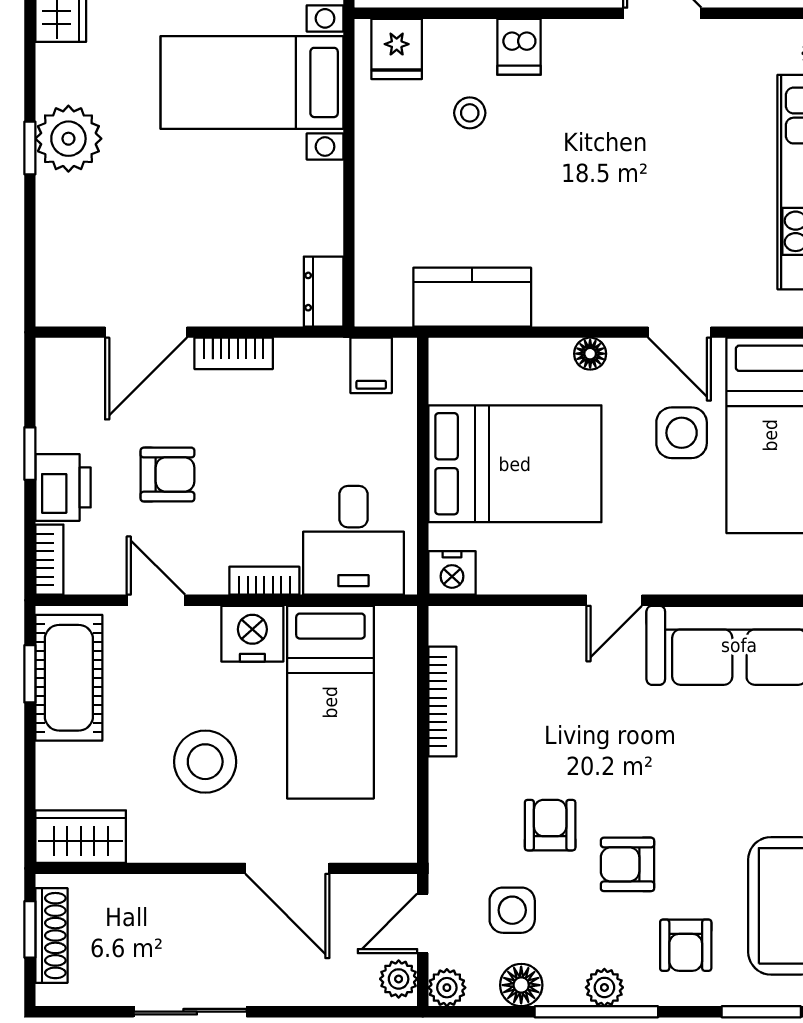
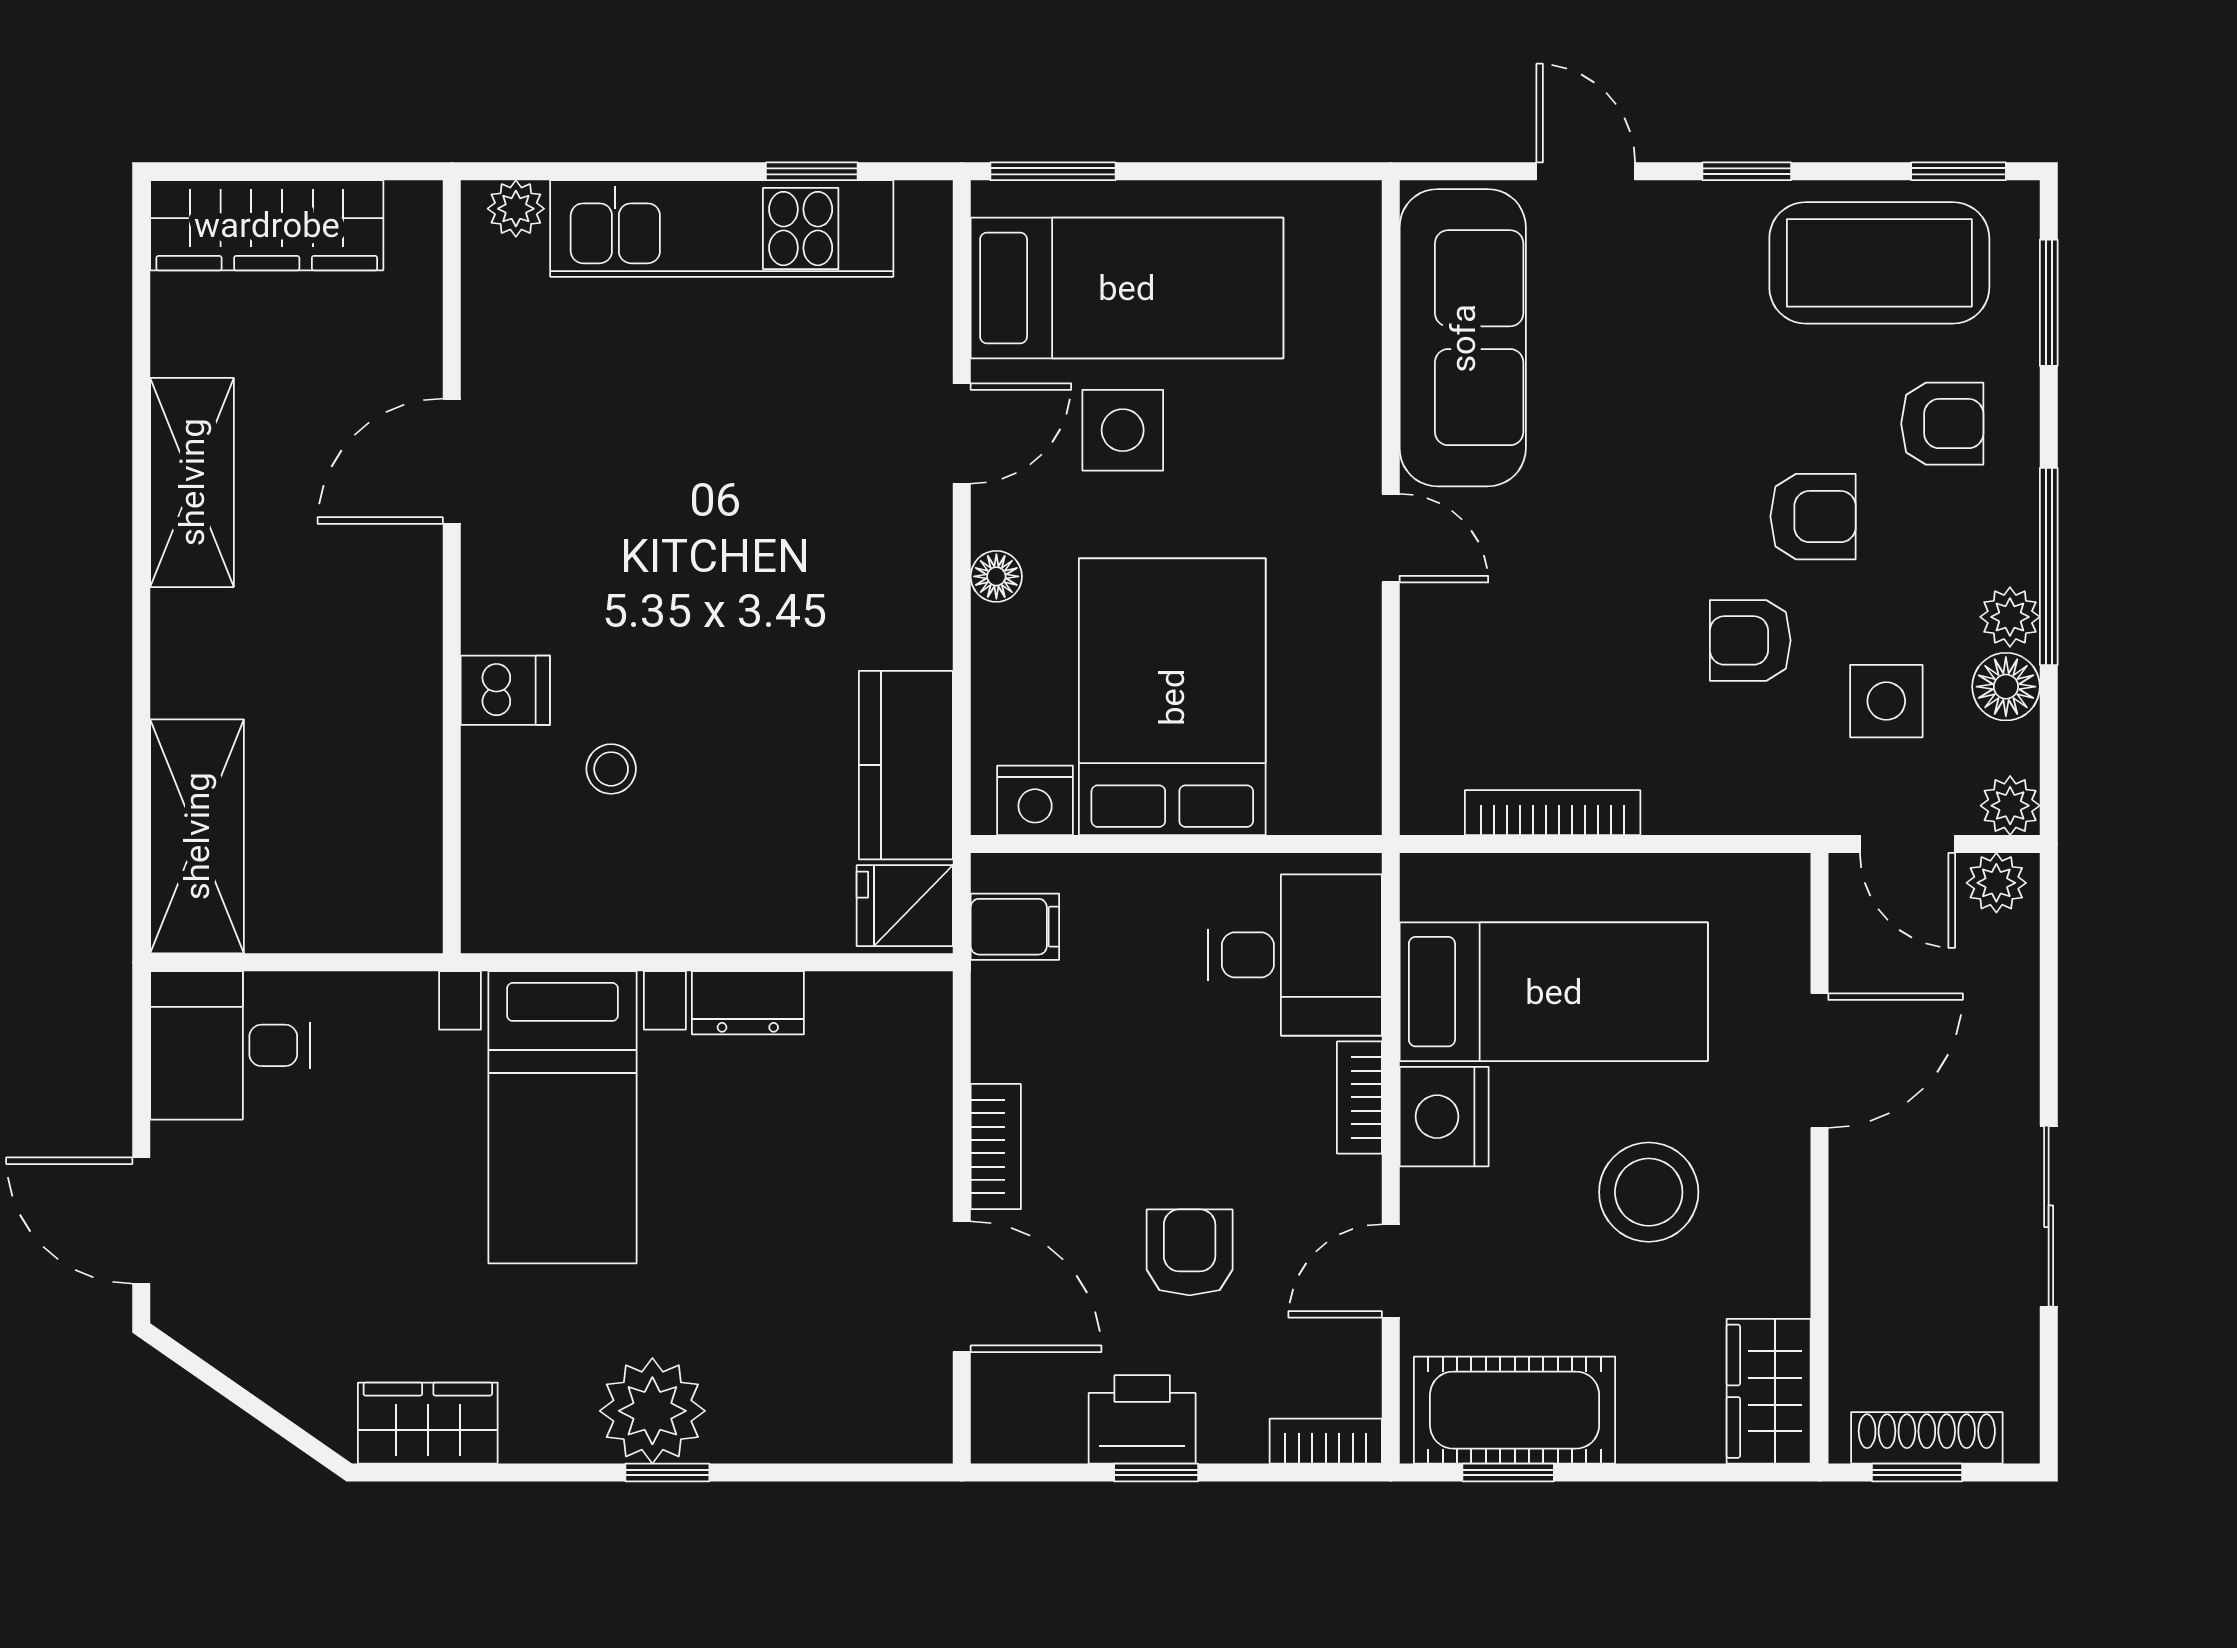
fridge: (397, 49) -> (905, 906), moved, turned 180
dresser: (324, 292) -> (748, 1003), moved
printer: (63, 487) -> (1142, 1419), moved
nightstand: (452, 573) -> (1035, 800), moved, turned 90
armchair: (628, 864) -> (1813, 517), turned -90
plant: (604, 987) -> (2010, 617), moved

